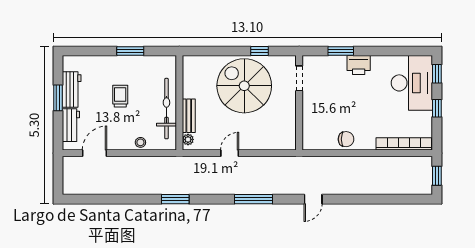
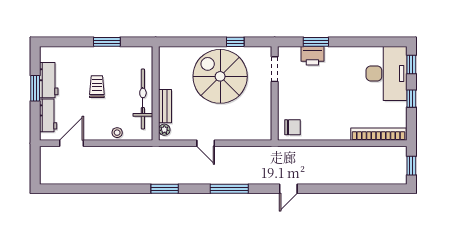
printer: (359, 65) -> (312, 56), moved
chair: (346, 139) -> (293, 127), moved
door: (230, 153) -> (206, 143), swing flipped
window: (175, 199) -> (165, 189), moved

